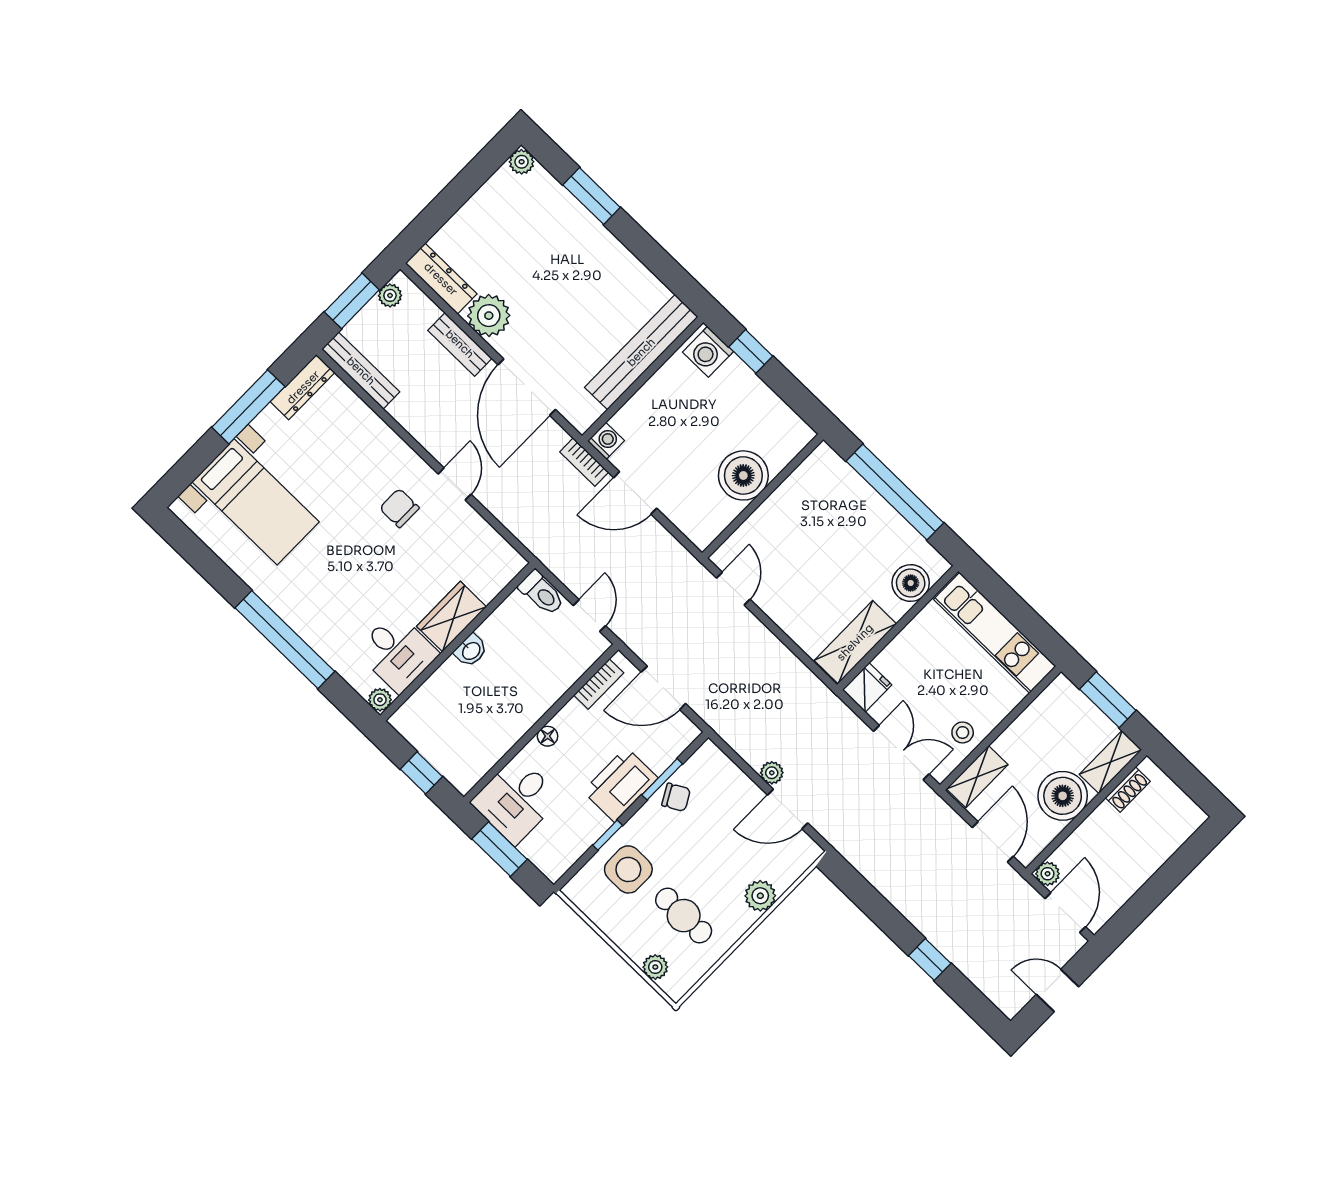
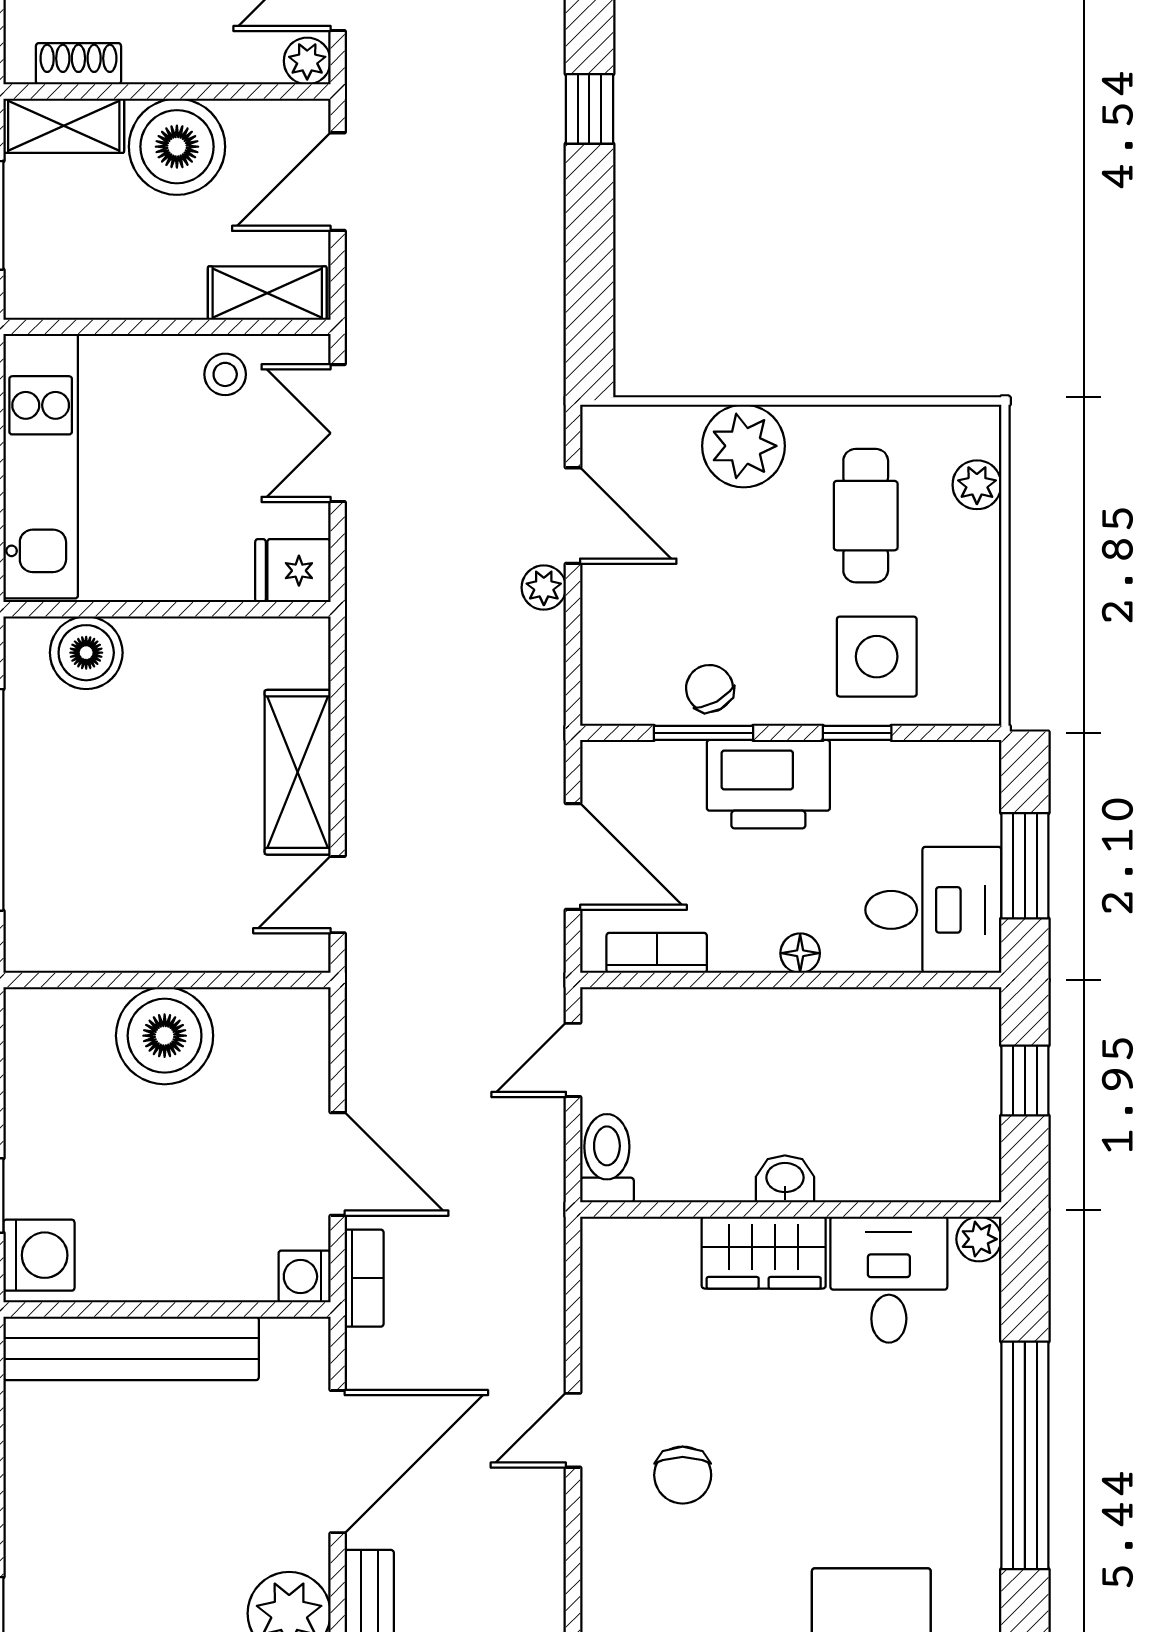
shelving: (855, 642) -> (298, 772), moved, turned 90
plant: (760, 896) -> (744, 446), width x1.36, depth x1.36

